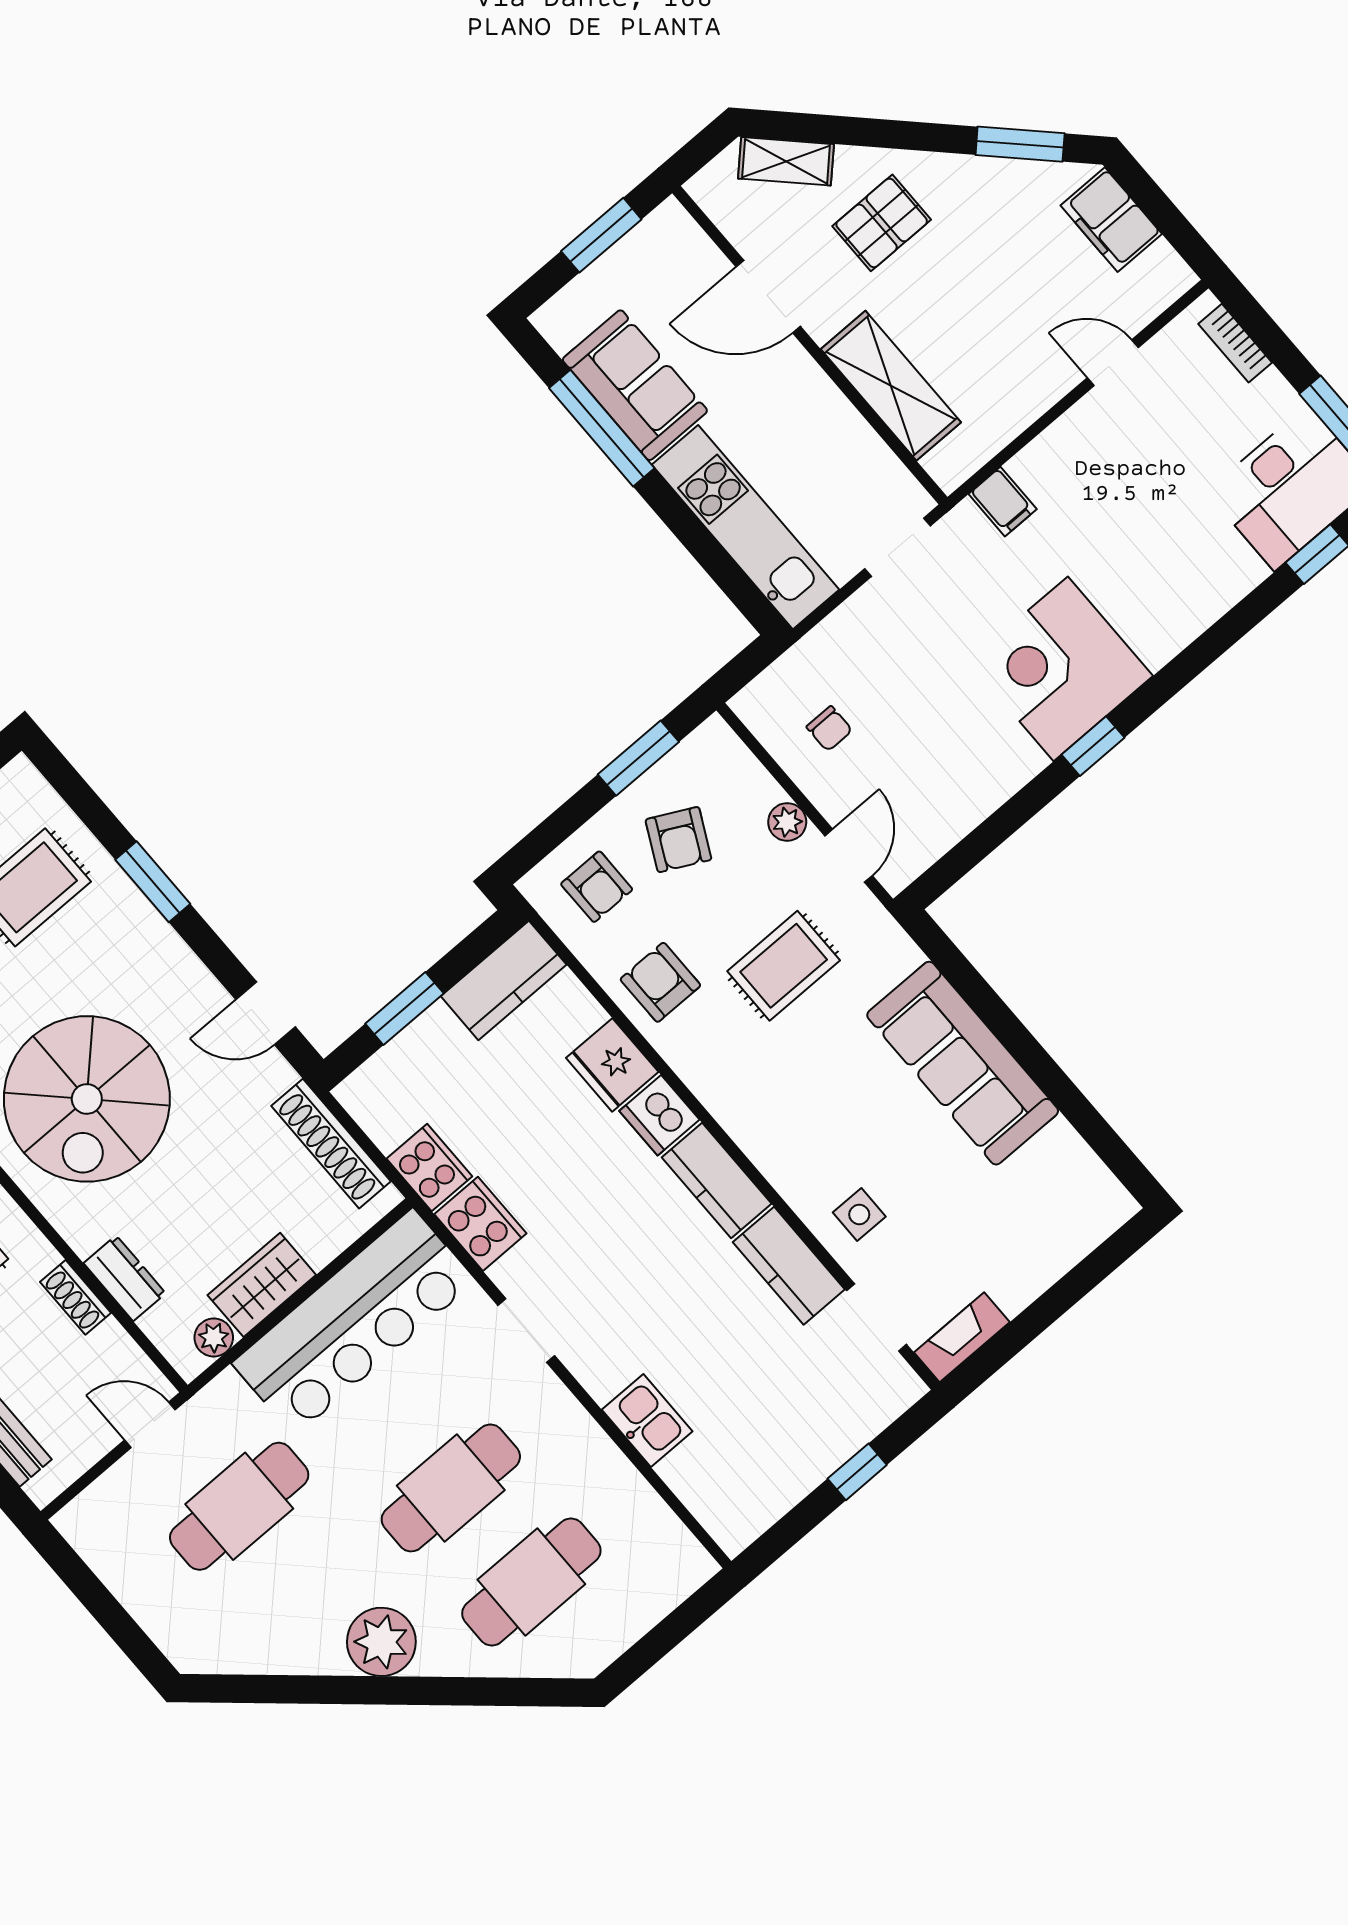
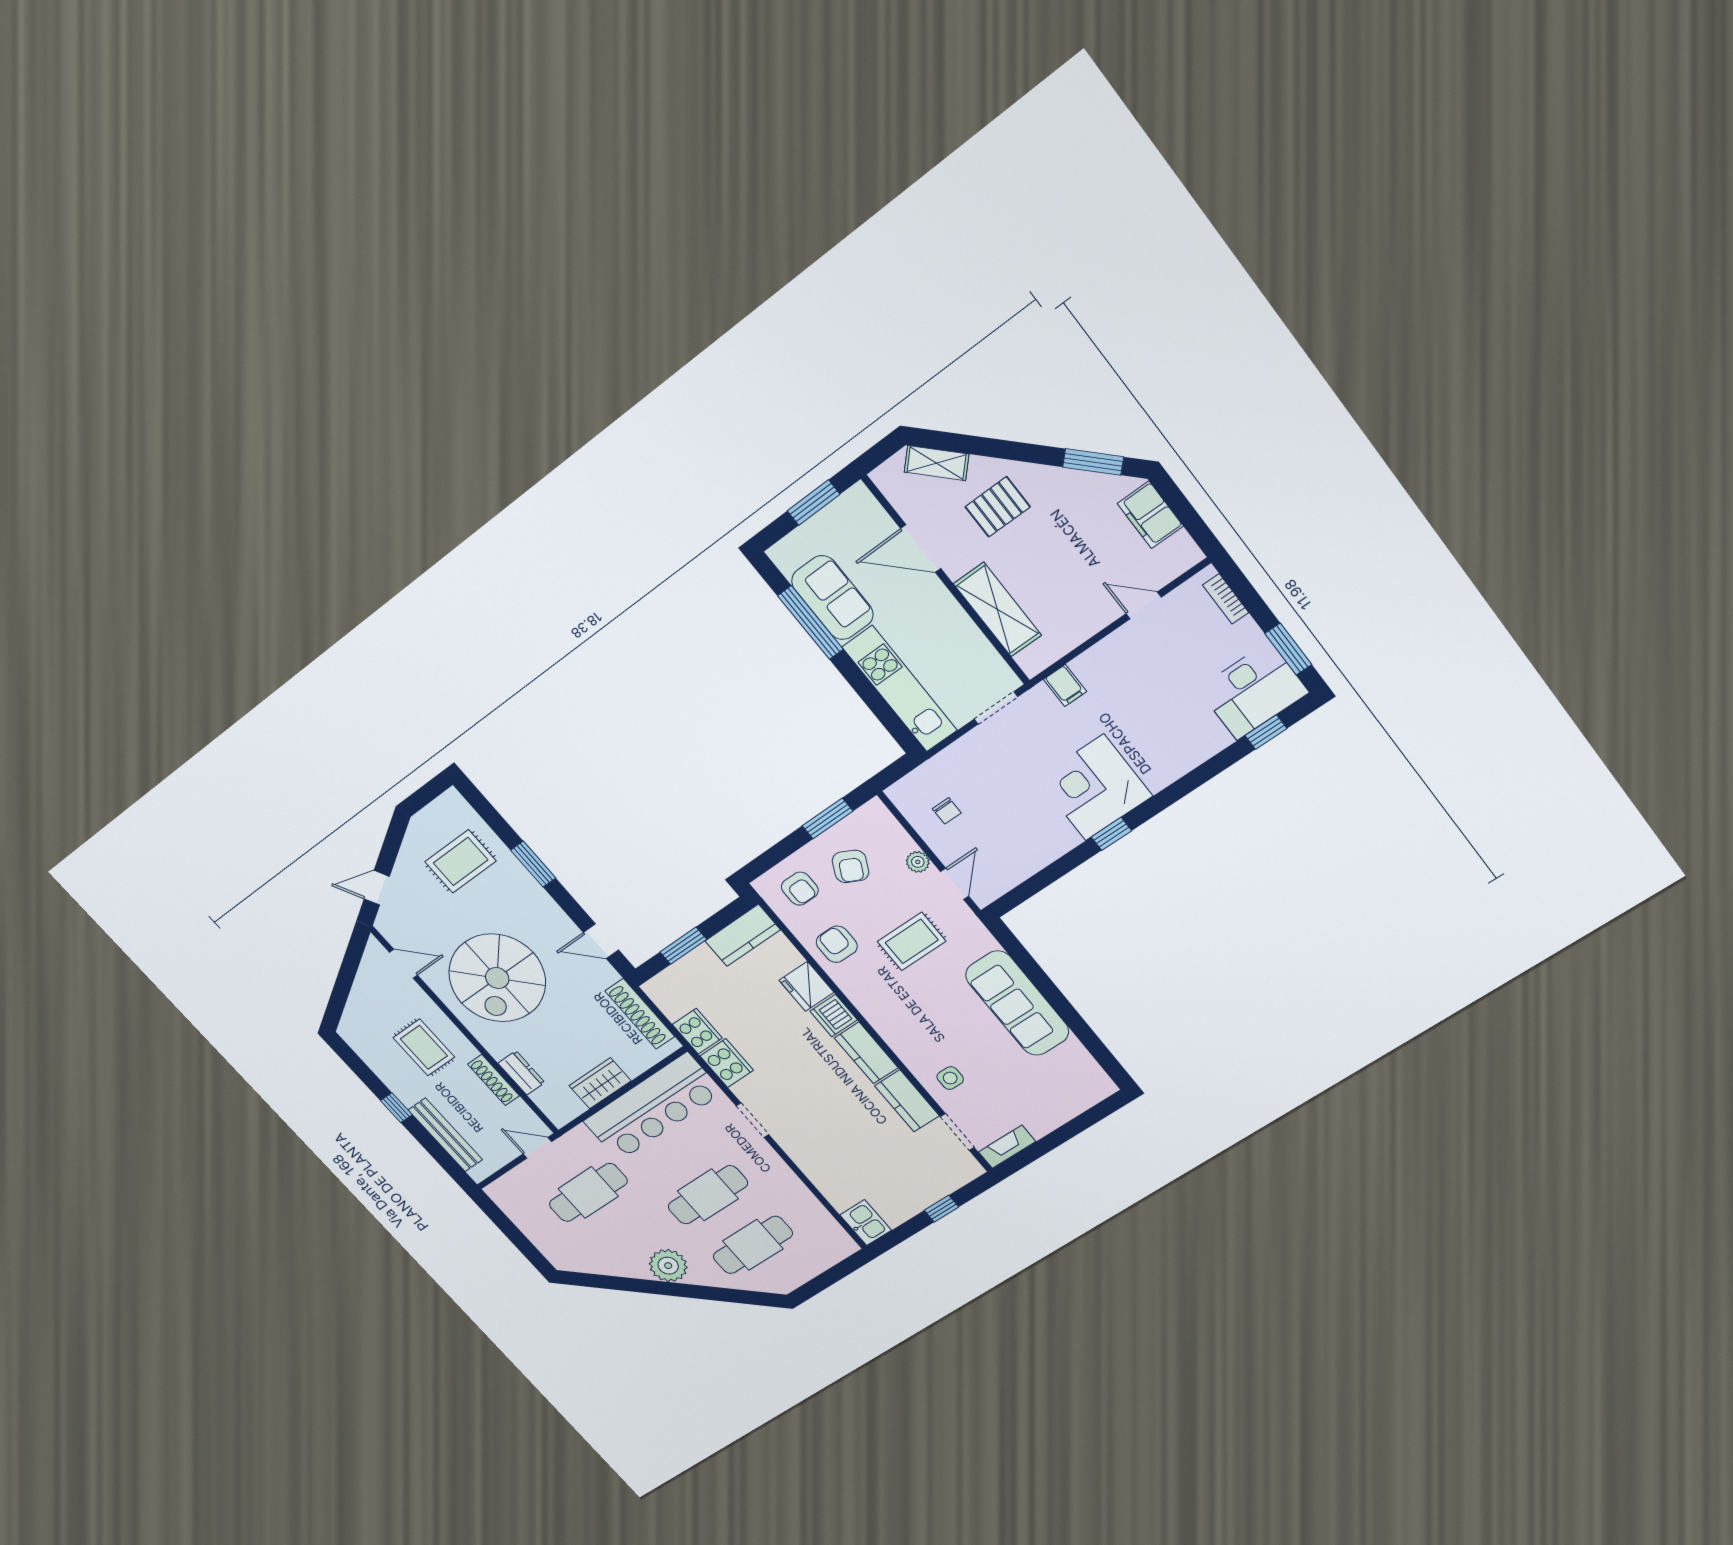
shoe rack: (75, 1297) -> (494, 1080), width x1.43
plant: (214, 1338) -> (573, 1107), removed
kitchen sink: (647, 1421) -> (866, 1223), moved

